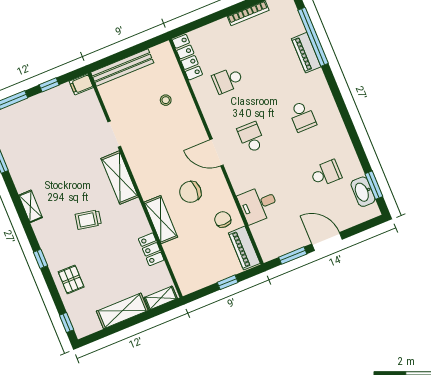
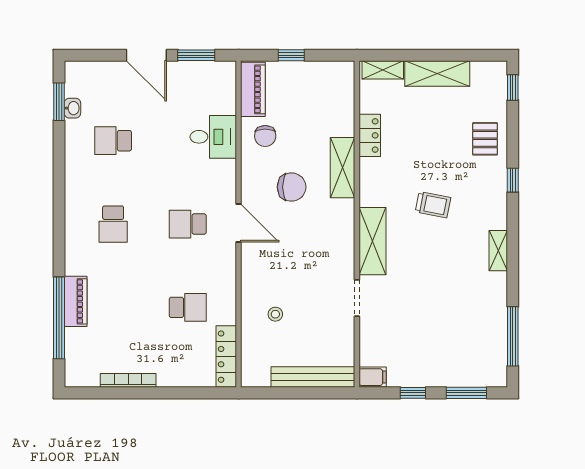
school desk: (302, 116) -> (113, 224), turned 180
school desk: (251, 137) -> (188, 224), turned 90
washbasin: (363, 192) -> (72, 108), width x0.52, depth x0.69

